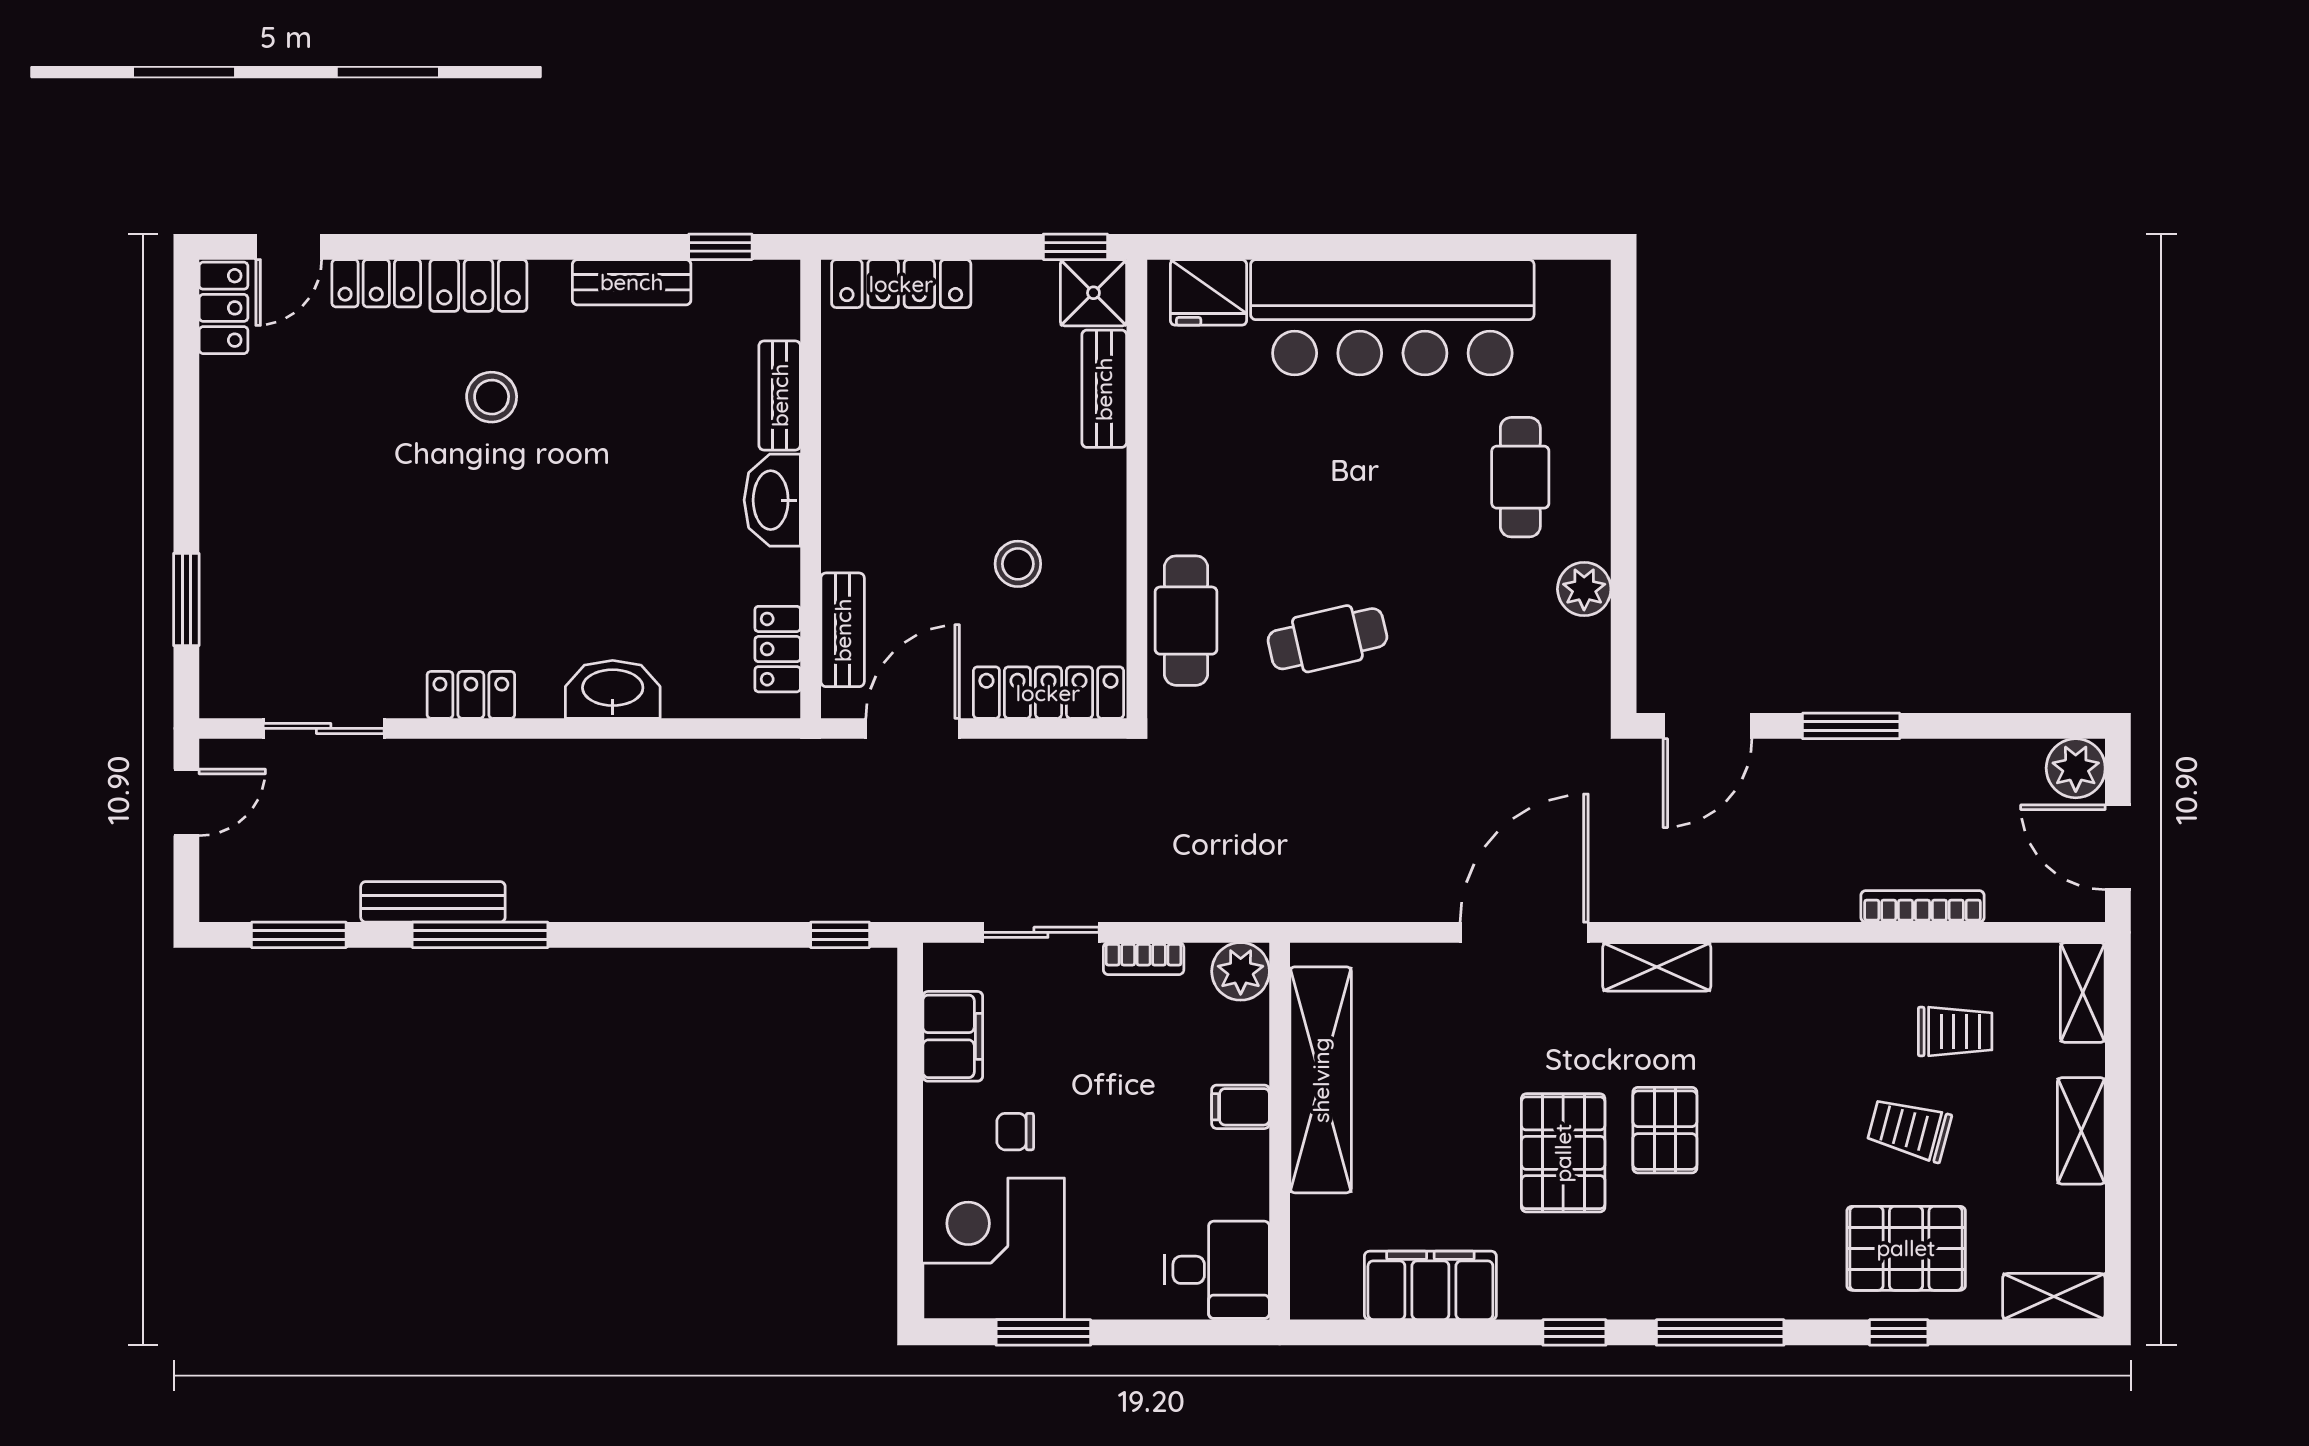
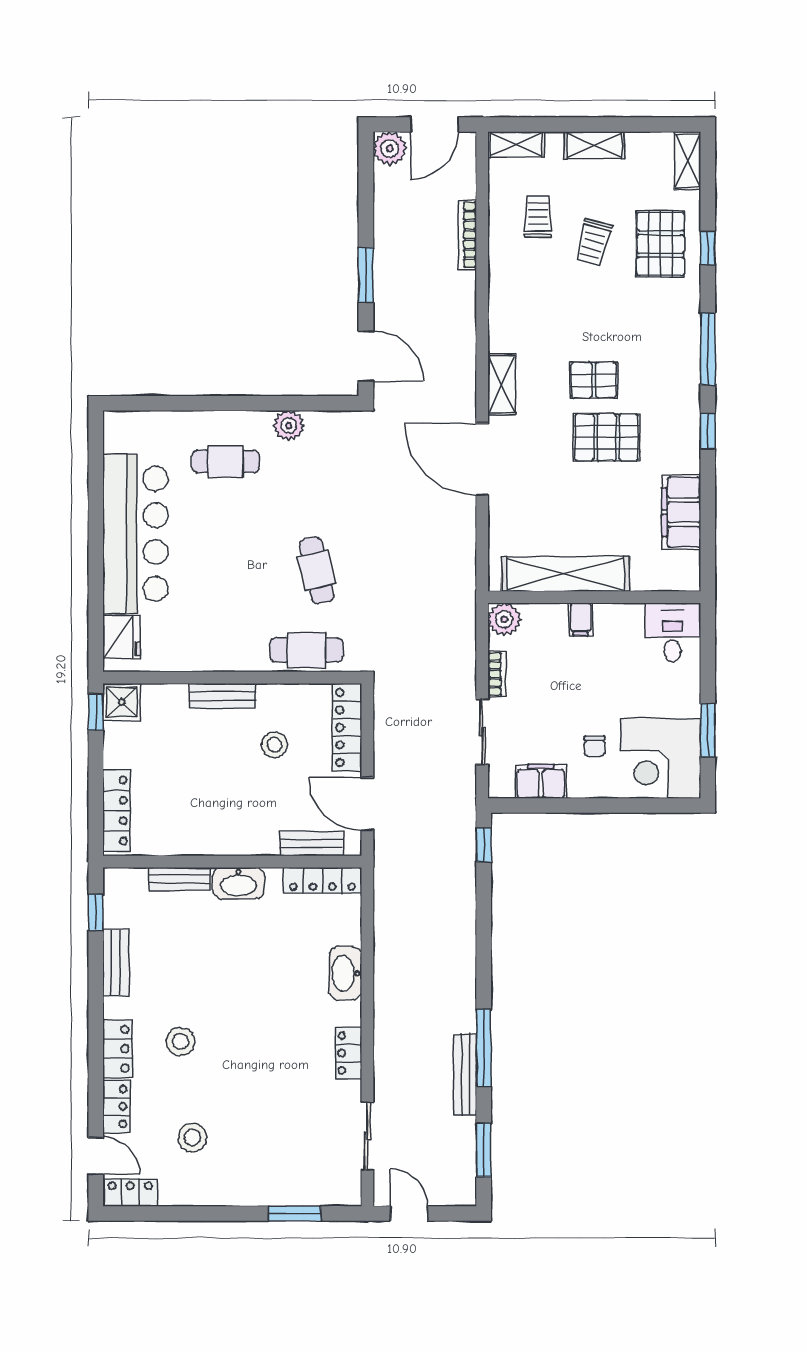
bench: (1104, 389) -> (223, 696), moved
stool: (321, 418) -> (192, 1138), added
locker: (778, 649) -> (323, 880), width x1.53

